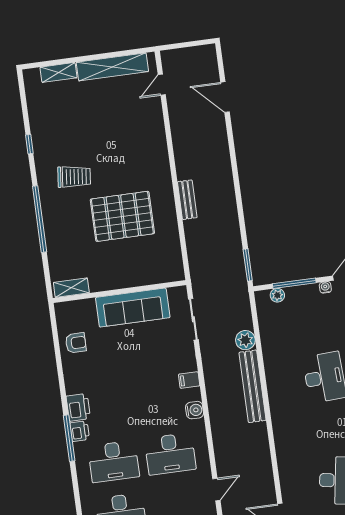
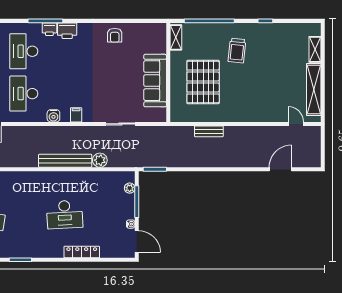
shelving: (71, 288) -> (176, 37), moved
wall: (119, 292) -> (168, 72), moved
sofa: (133, 308) -> (155, 81), moved

